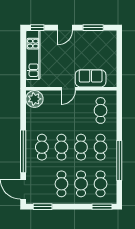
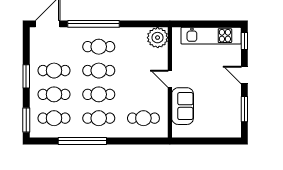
window: (43, 207) -> (26, 76), moved

